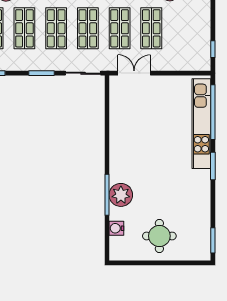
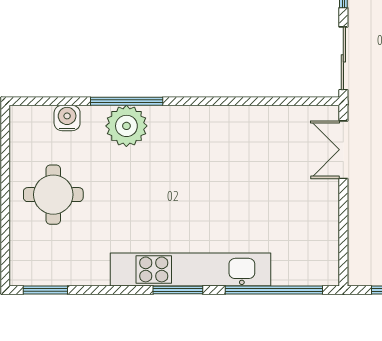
double door: (134, 73) -> (343, 150), swing flipped
kitchen unit: (201, 124) -> (191, 269), moved

